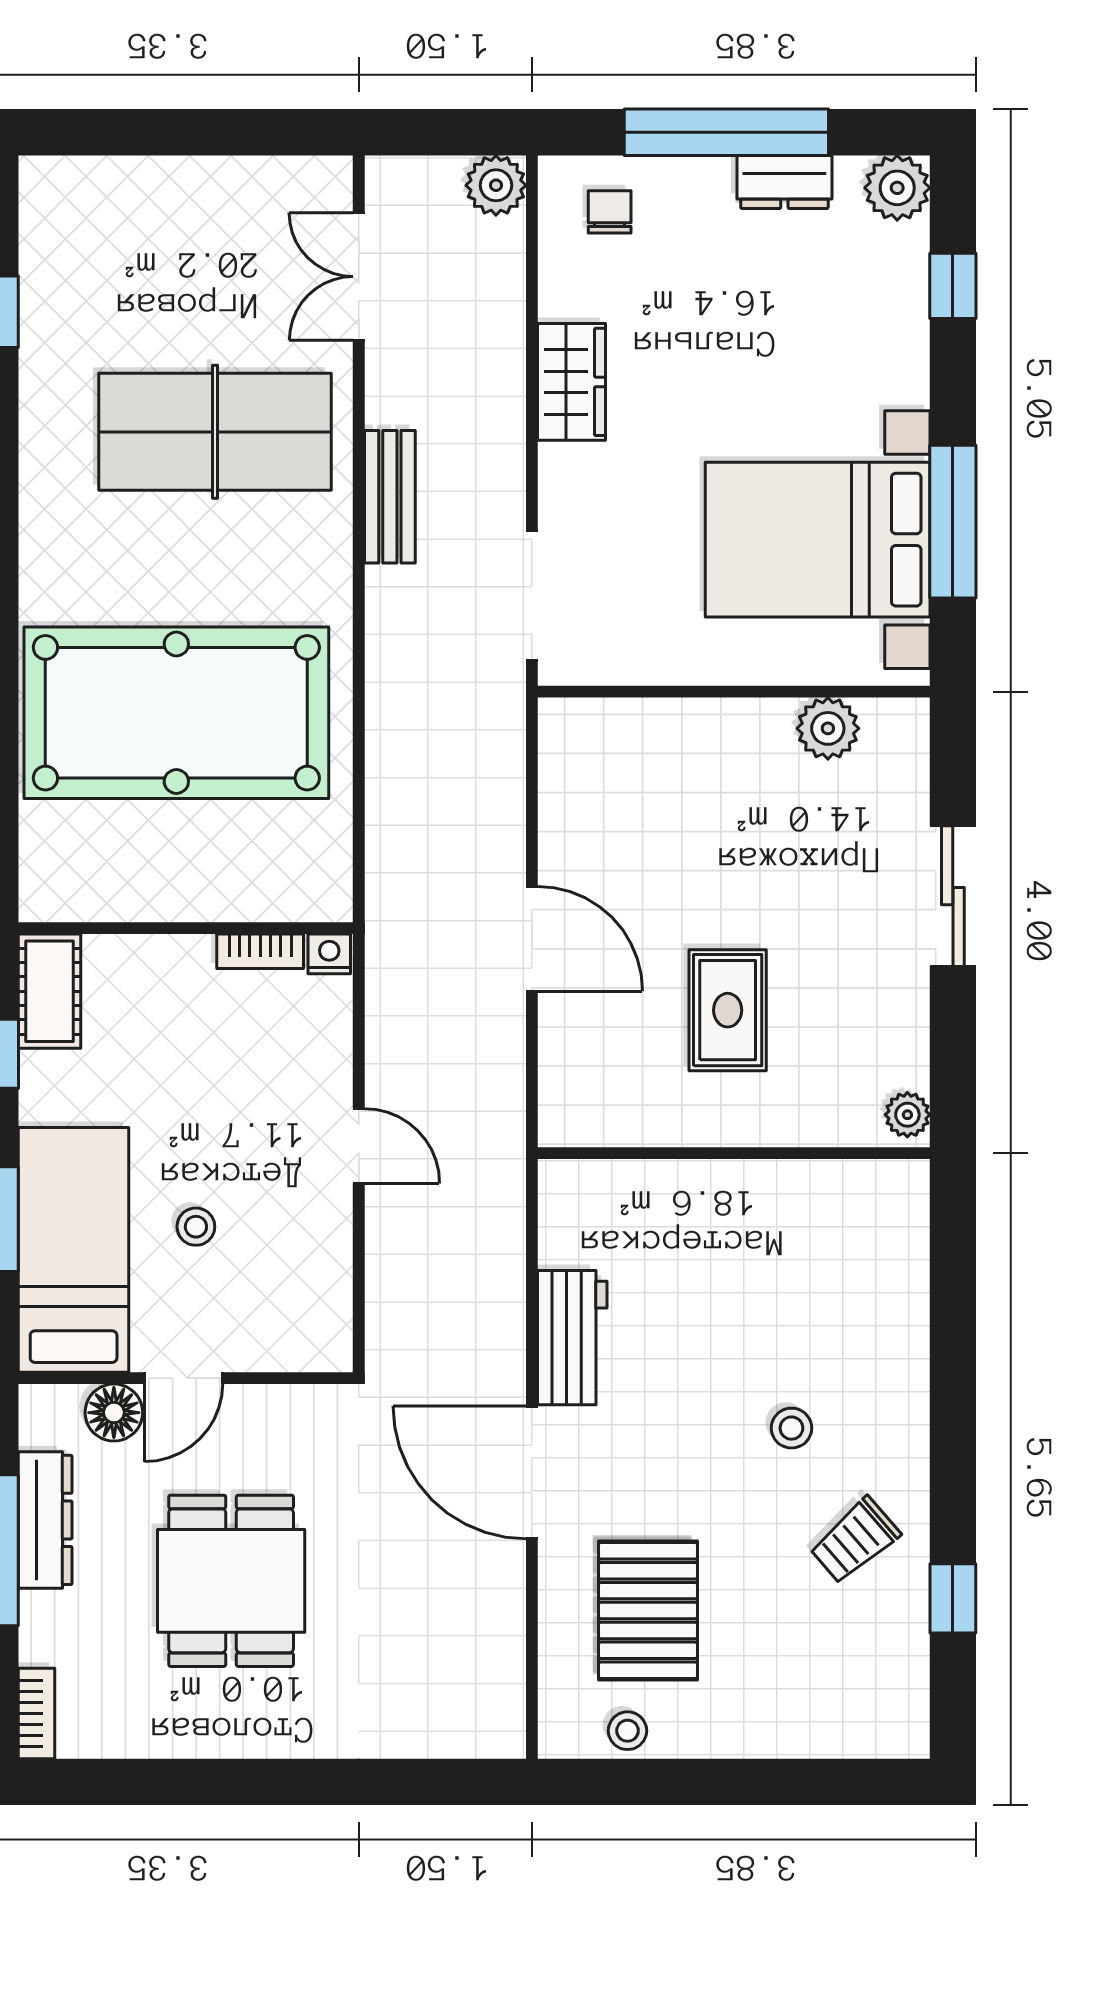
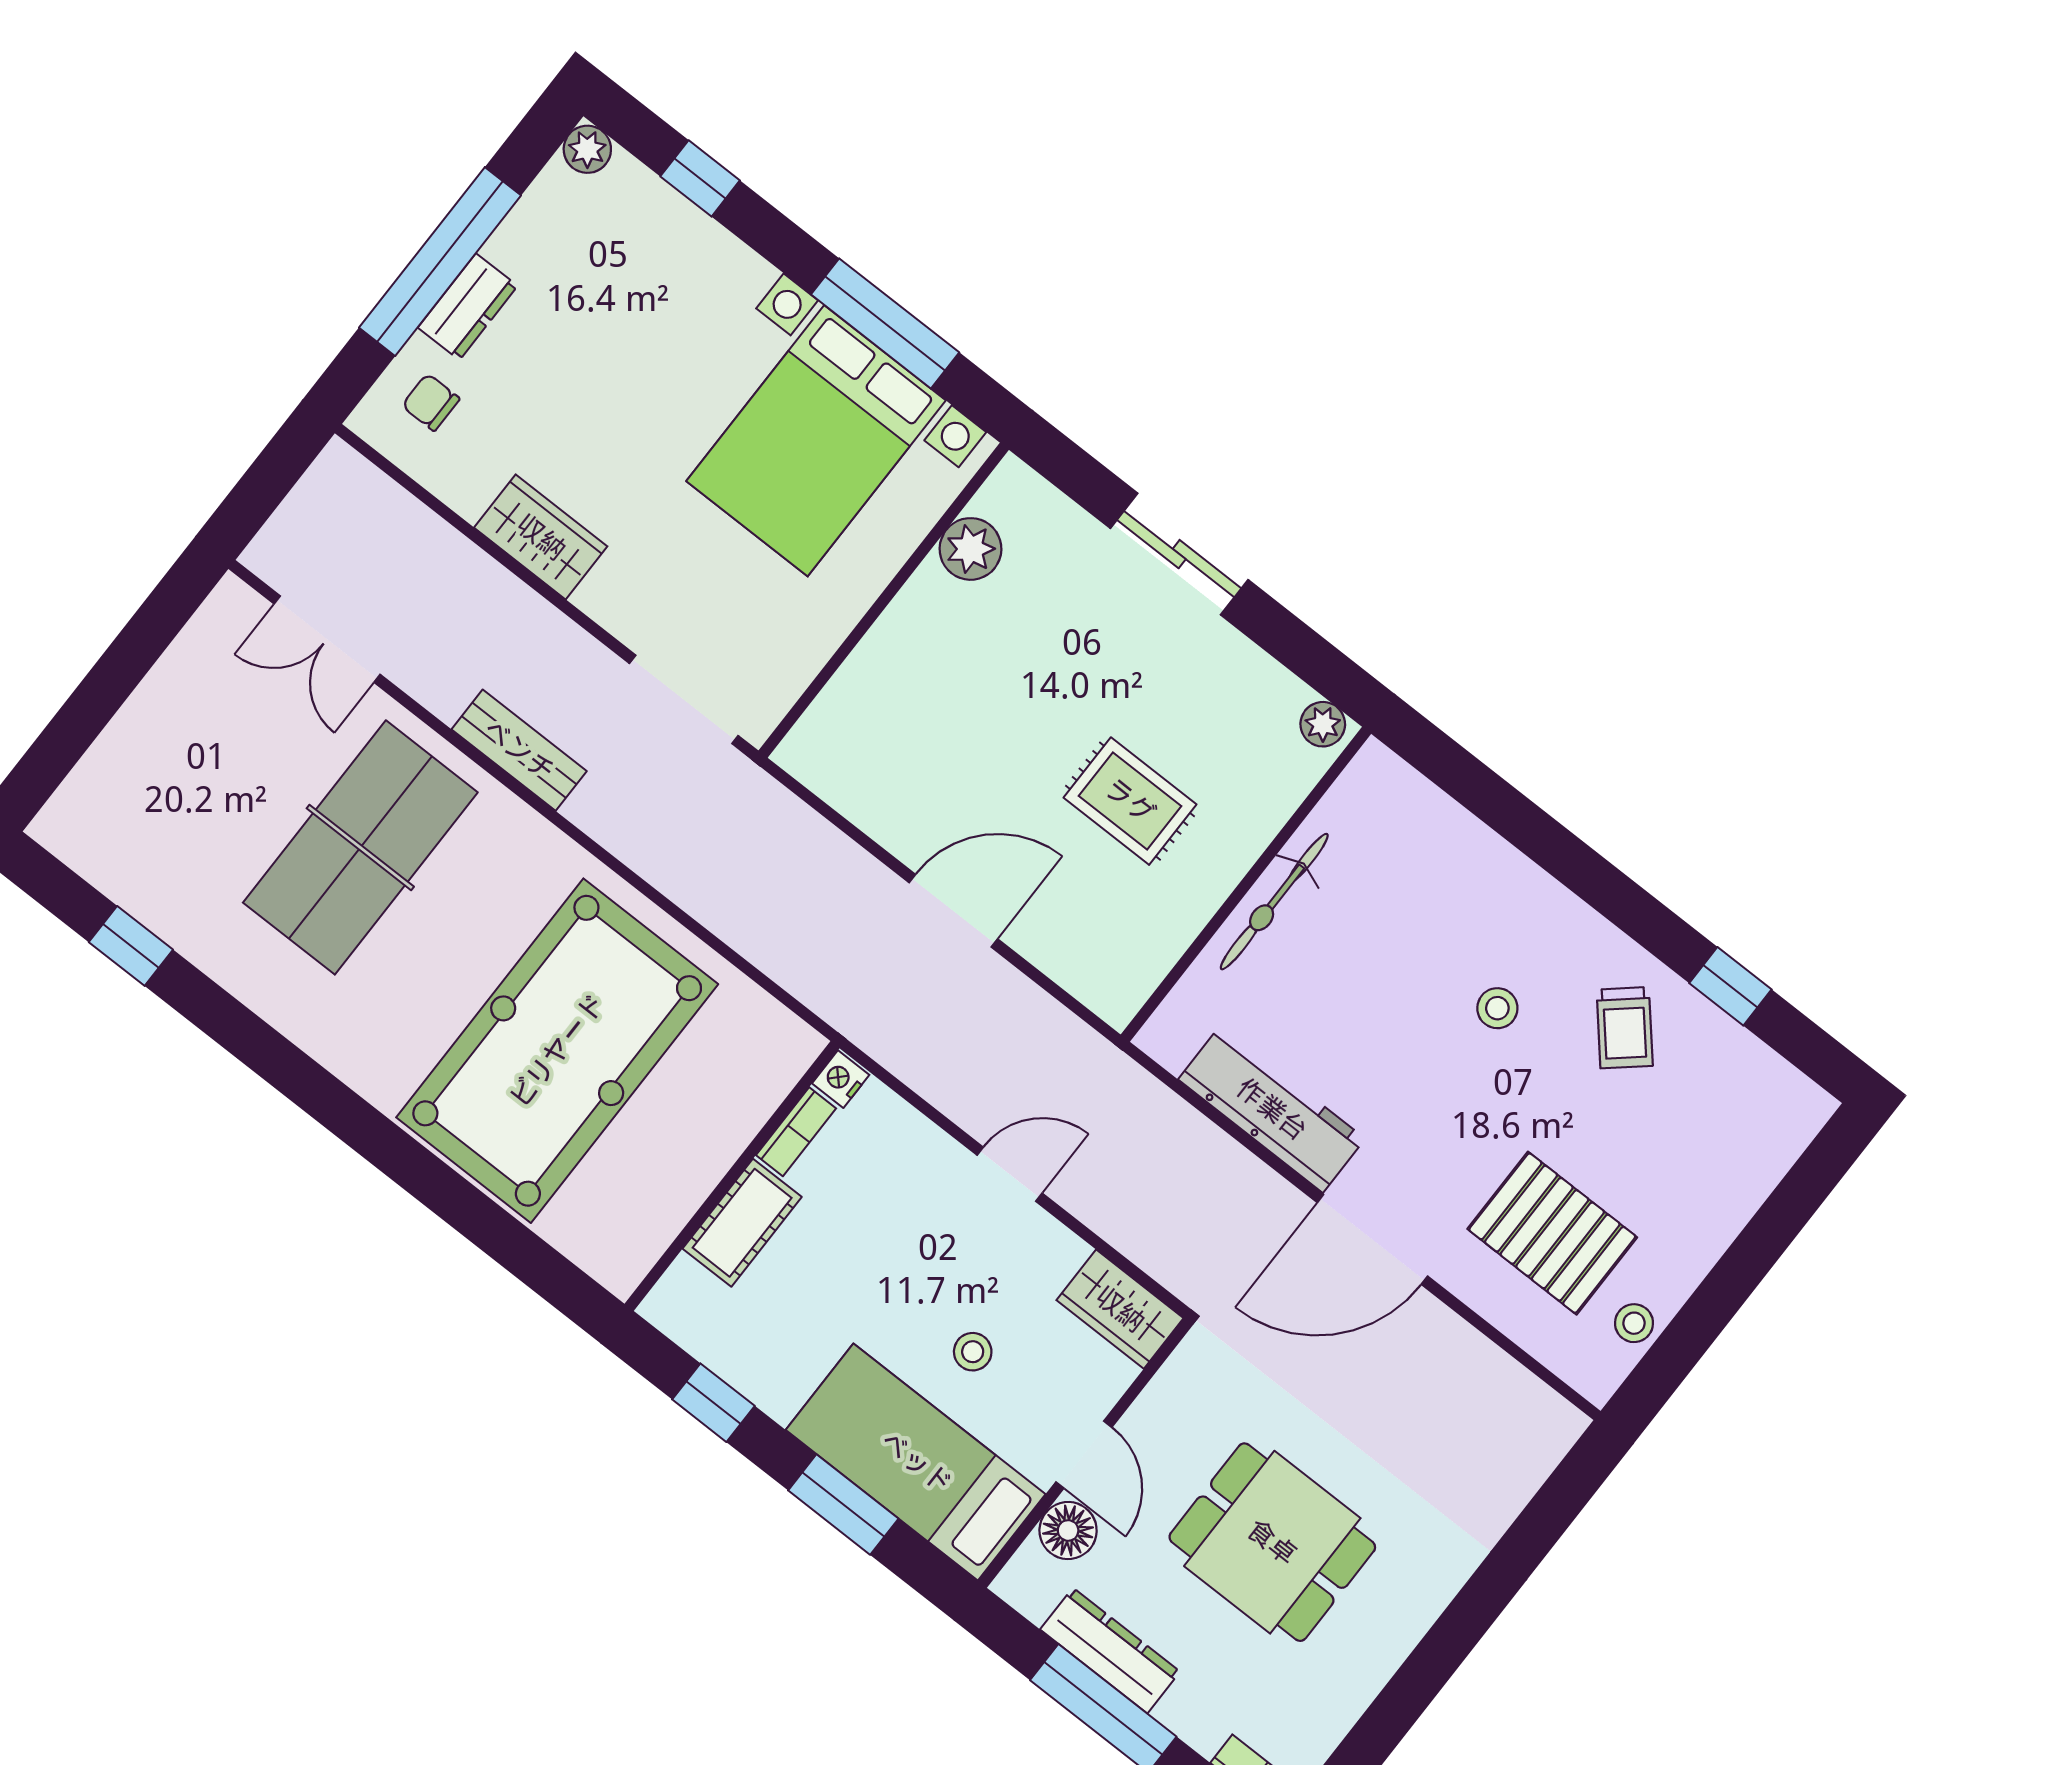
dresser: (784, 182) -> (468, 307), moved
plant: (496, 185) -> (340, 475), removed
plant: (897, 188) -> (587, 149), width x0.73, depth x0.73
cot: (50, 991) -> (742, 1223), moved, turned 90
bicycle: (738, 1186) -> (1274, 902), added
wardrobe: (321, 1317) -> (1120, 1309), added
workbench: (572, 1338) -> (1272, 1109), width x1.38

